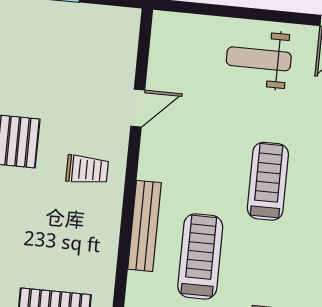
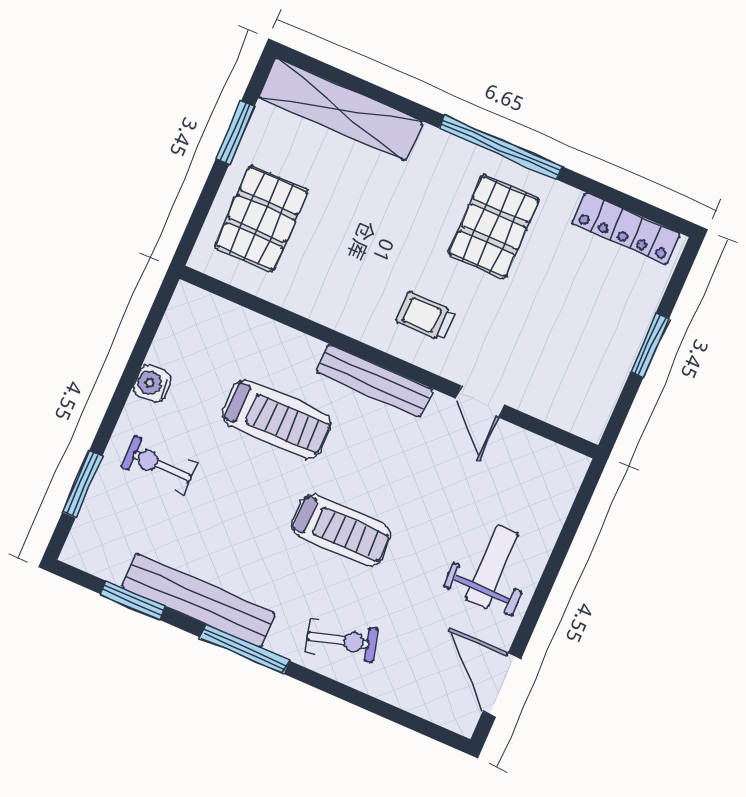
trolley: (87, 170) -> (425, 317), turned 90
bench: (144, 226) -> (374, 381), moved

